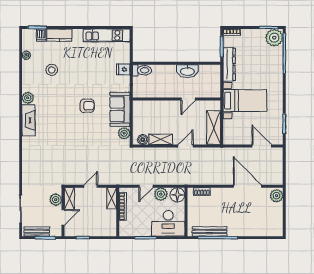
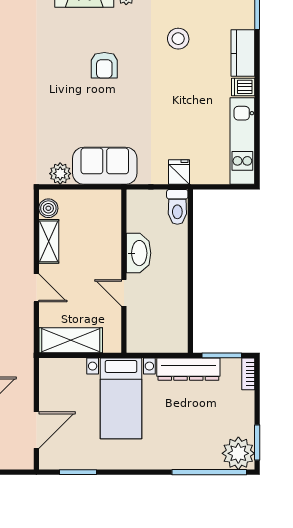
dishwasher: (41, 35) -> (243, 87), moved
washbasin: (187, 71) -> (139, 253), moved, turned 180
armchair: (87, 106) -> (104, 65), moved

